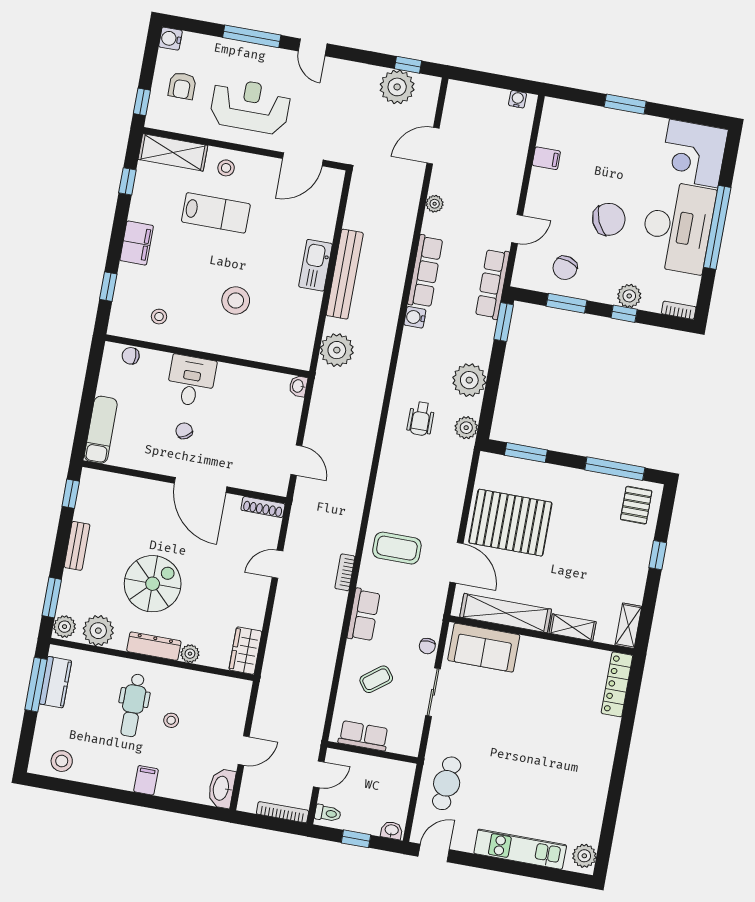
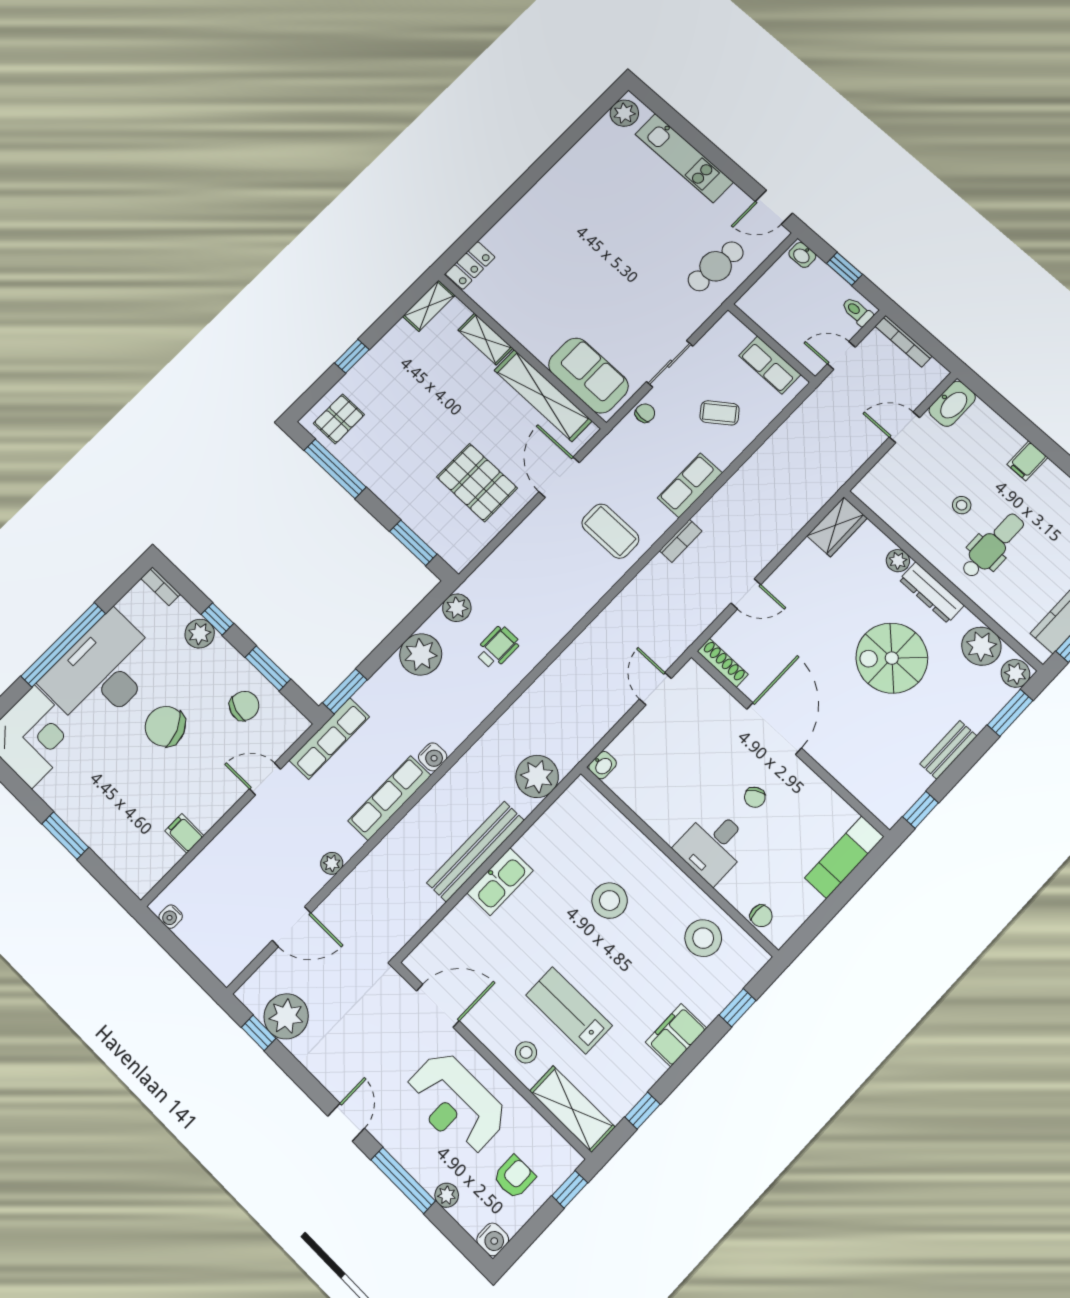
plant: (218, 46) -> (447, 1195), added
stool: (159, 317) -> (703, 938), width x1.89, depth x1.89
pallet: (510, 523) -> (477, 482), width x0.73, depth x0.71
locker: (617, 684) -> (470, 265), width x0.66

